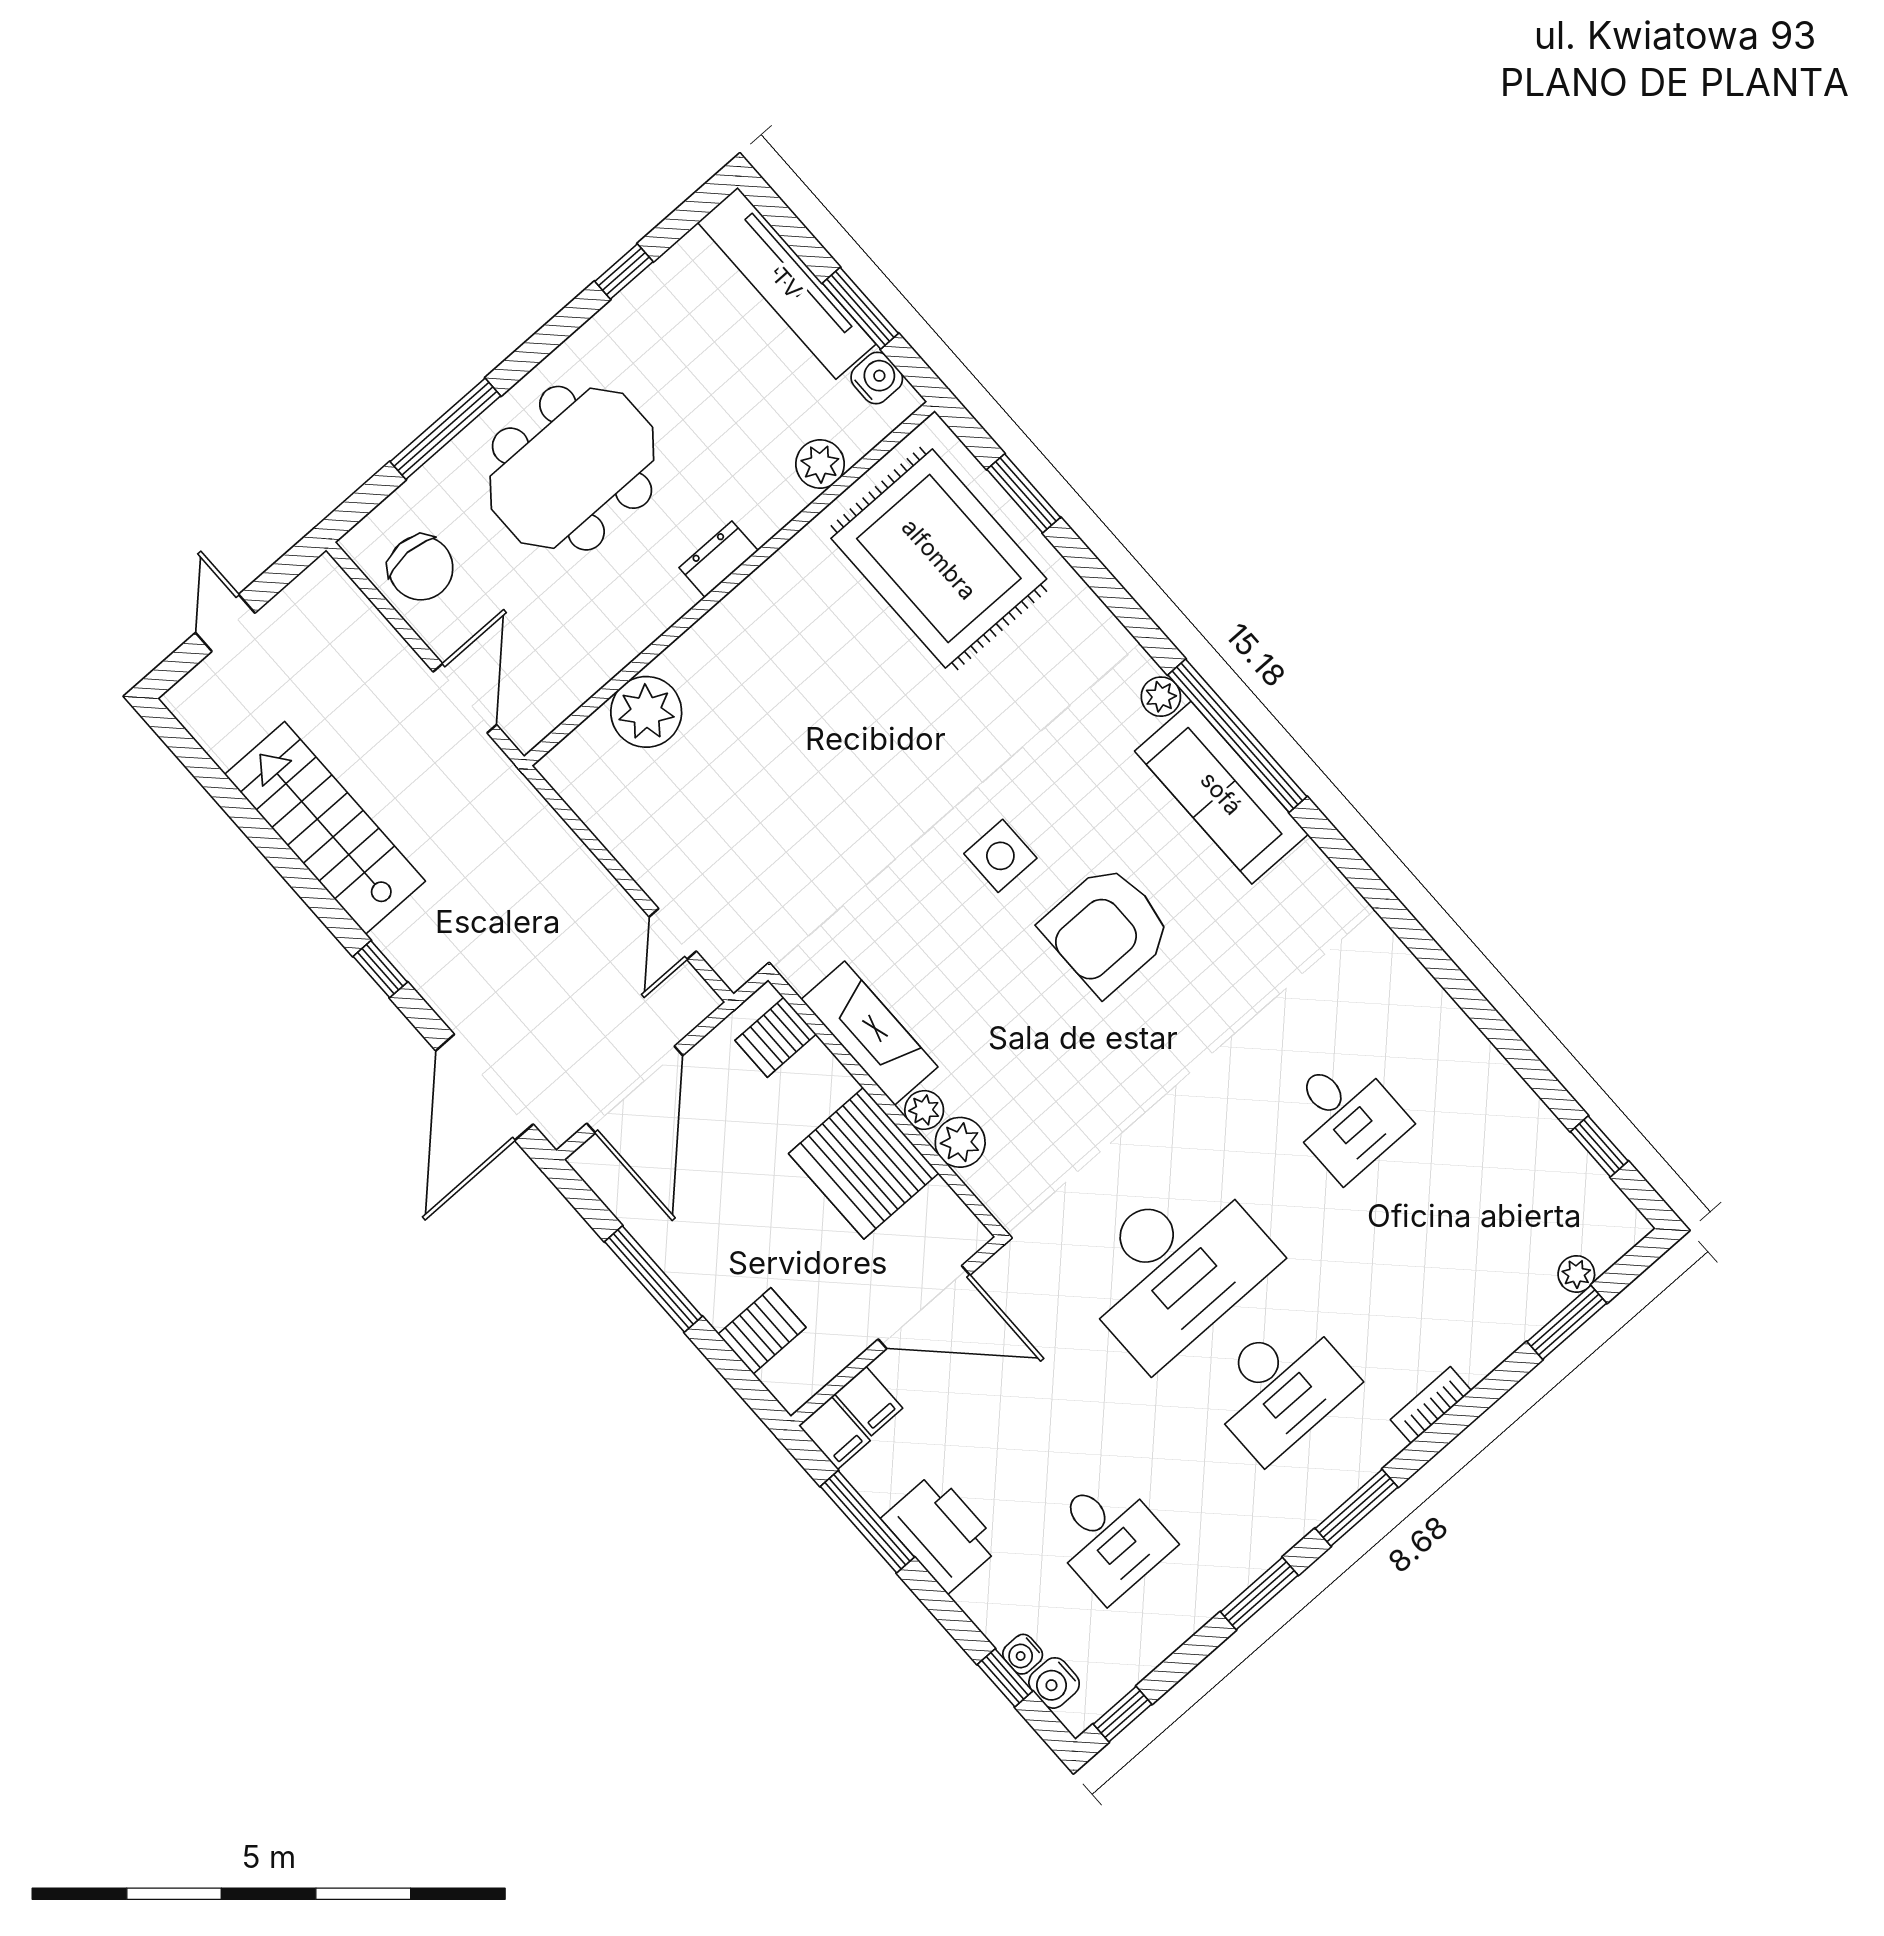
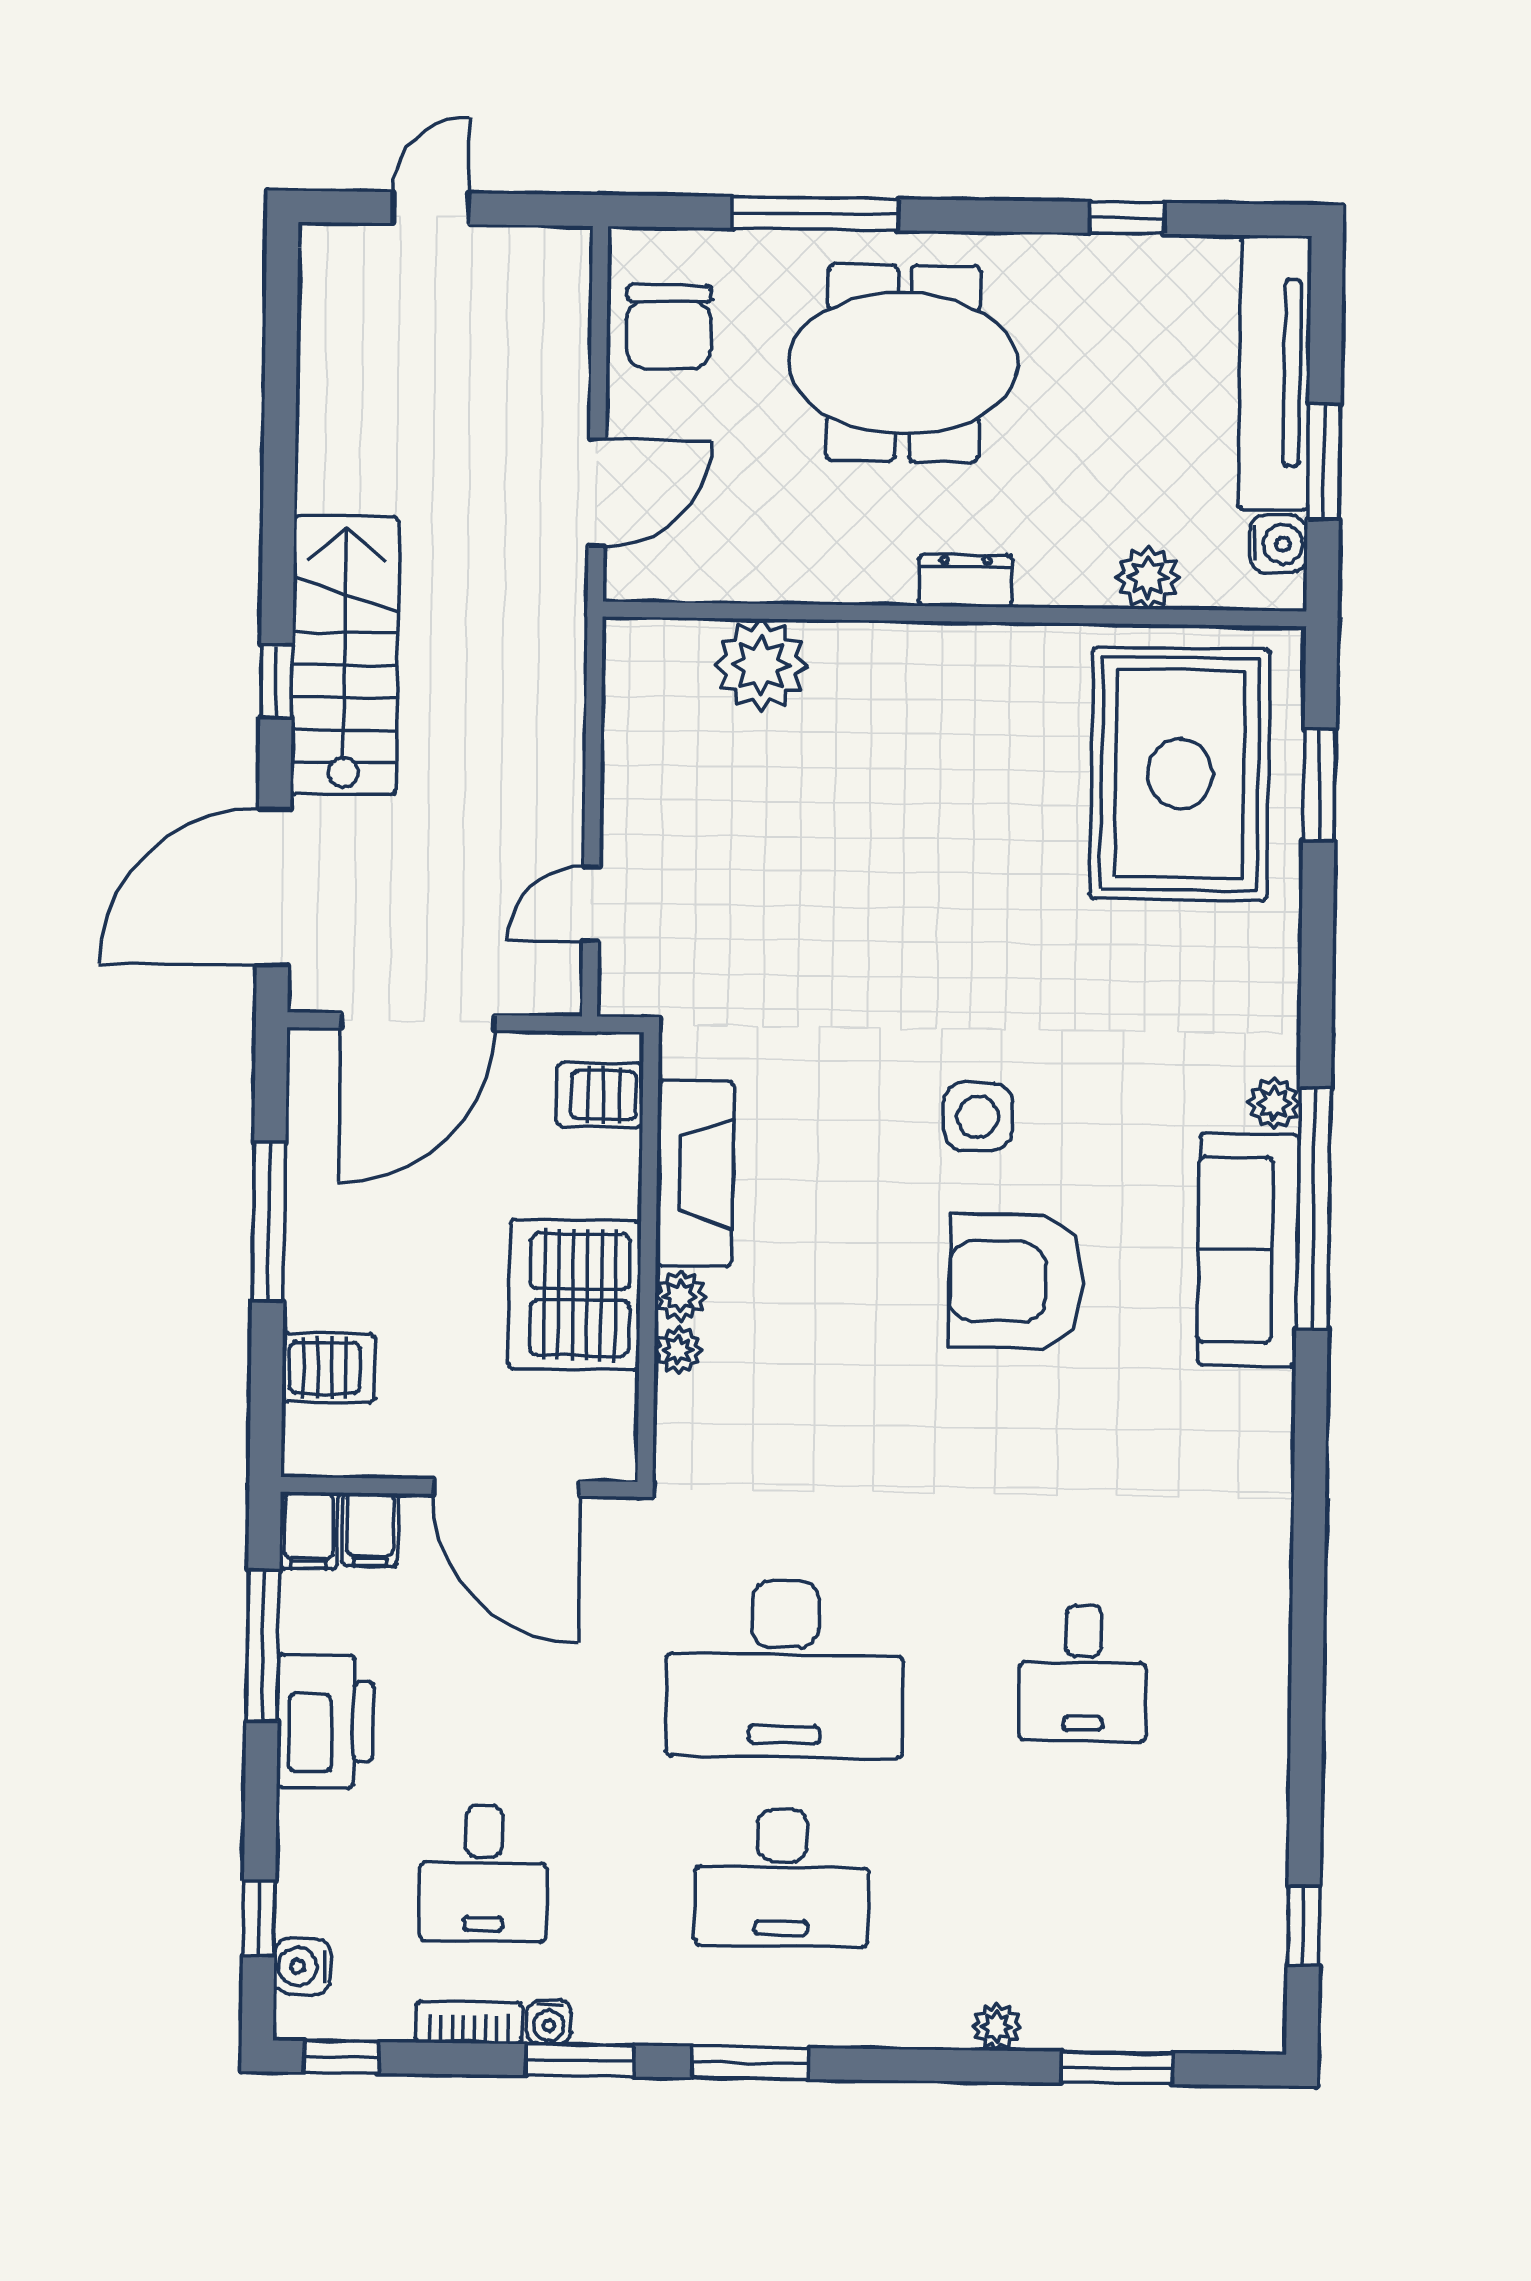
stairs: (325, 828) -> (345, 655), moved
plant: (960, 1142) -> (678, 1350), width x0.73, depth x0.73
plant: (1576, 1274) -> (997, 2027), moved
bookcase: (1431, 1405) -> (469, 2022), moved
water cooler: (1023, 1654) -> (549, 2022), moved, turned -90

